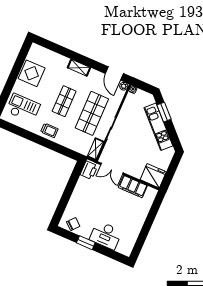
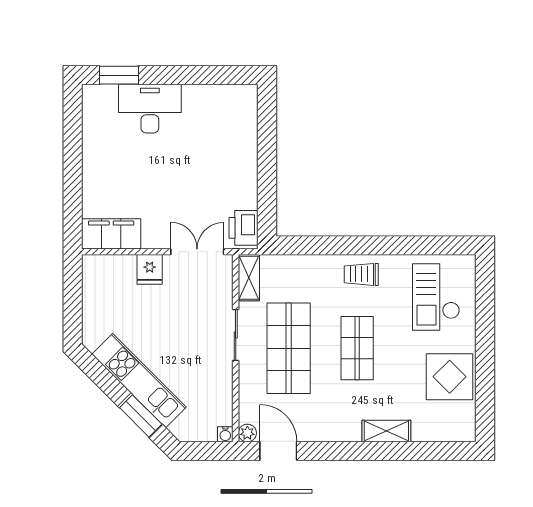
shelving: (79, 68) -> (386, 431), moved
checkout: (23, 108) -> (436, 297), turned 90
fridge: (153, 176) -> (150, 269), moved, width x0.53, depth x0.75
filing cabinet: (133, 187) -> (111, 234), moved
chair: (73, 224) -> (227, 102), removed
window: (86, 243) -> (119, 75), moved

